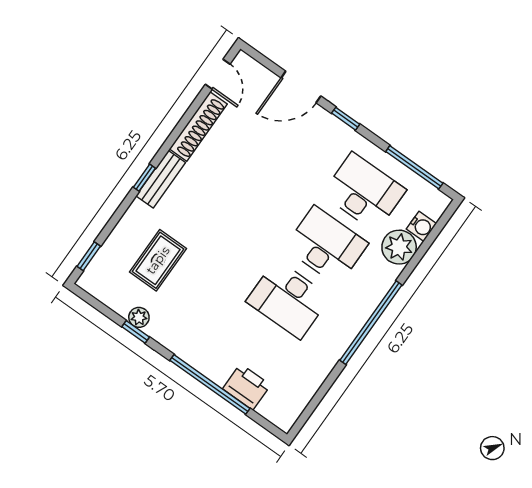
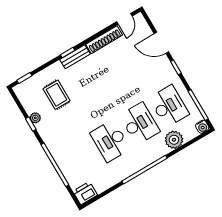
water cooler: (421, 226) -> (202, 127), moved
rug: (158, 260) -> (57, 95), turned 90
printer: (247, 387) -> (85, 193), moved, turned -90

